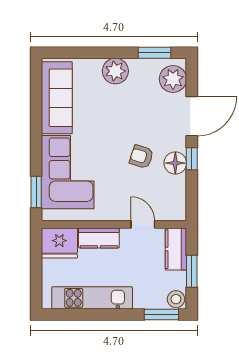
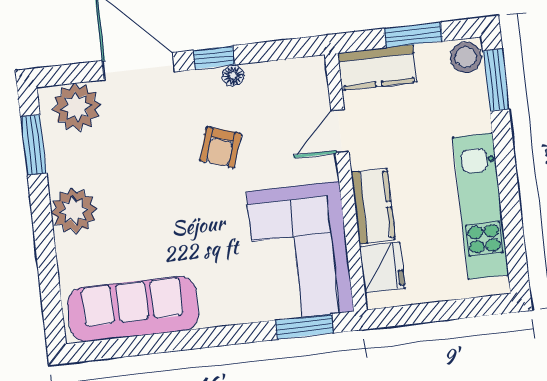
floor lamp: (175, 163) -> (233, 76), width x0.53, depth x0.53
corner sofa: (68, 172) -> (300, 252), moved, turned -90
fridge: (59, 243) -> (382, 268), width x0.73, depth x0.75

